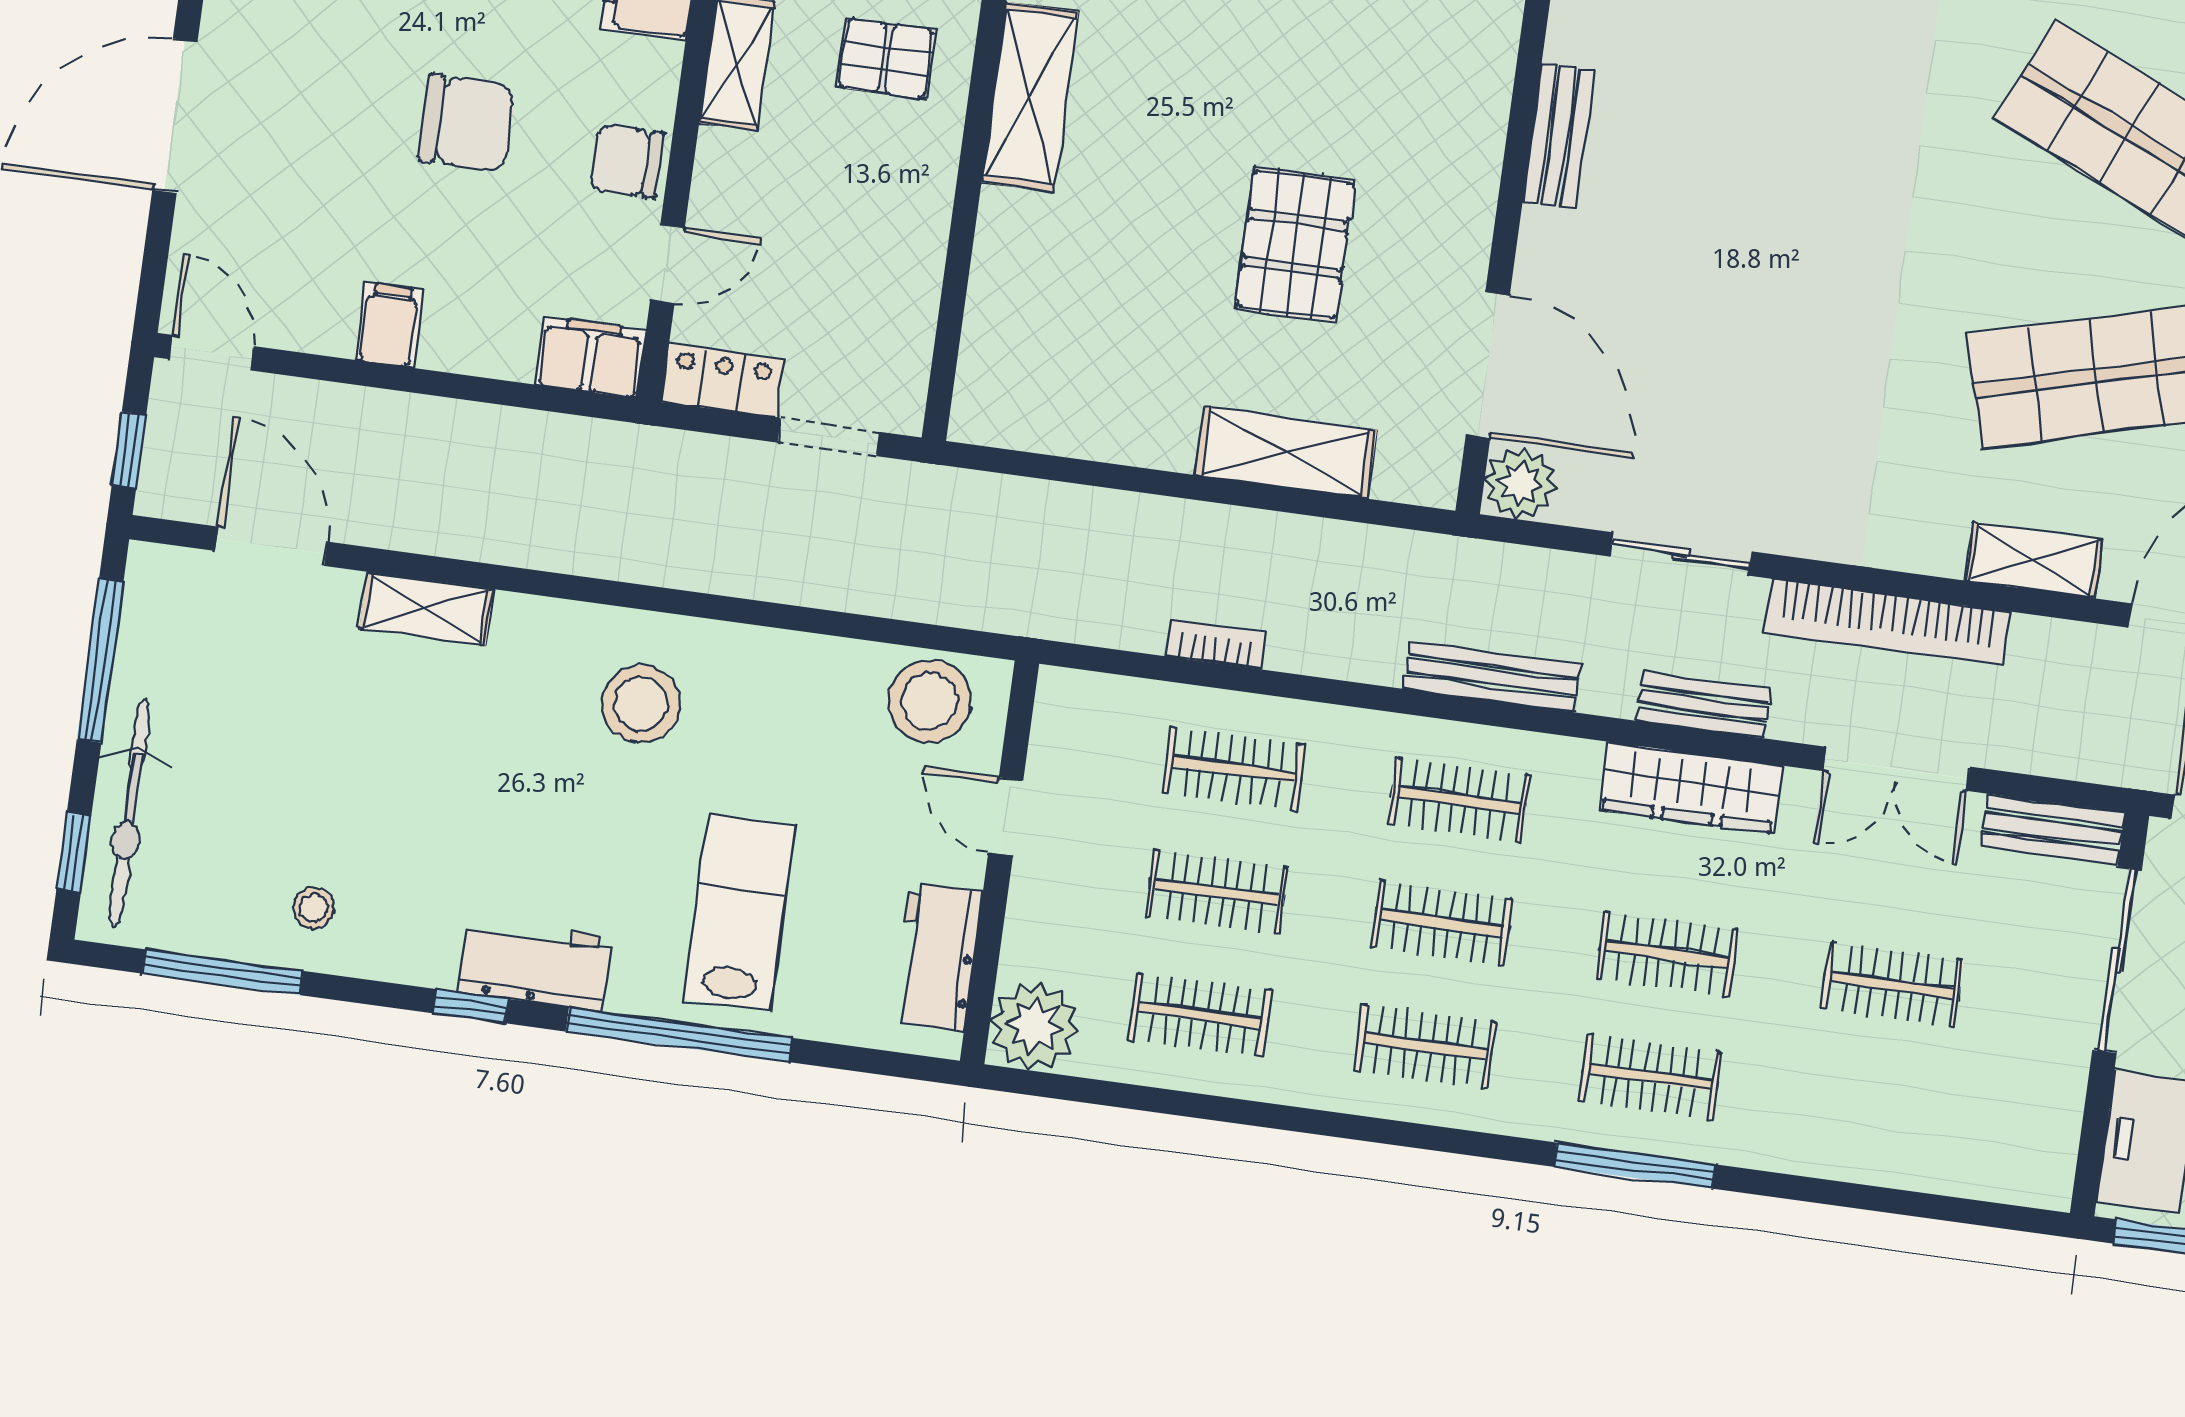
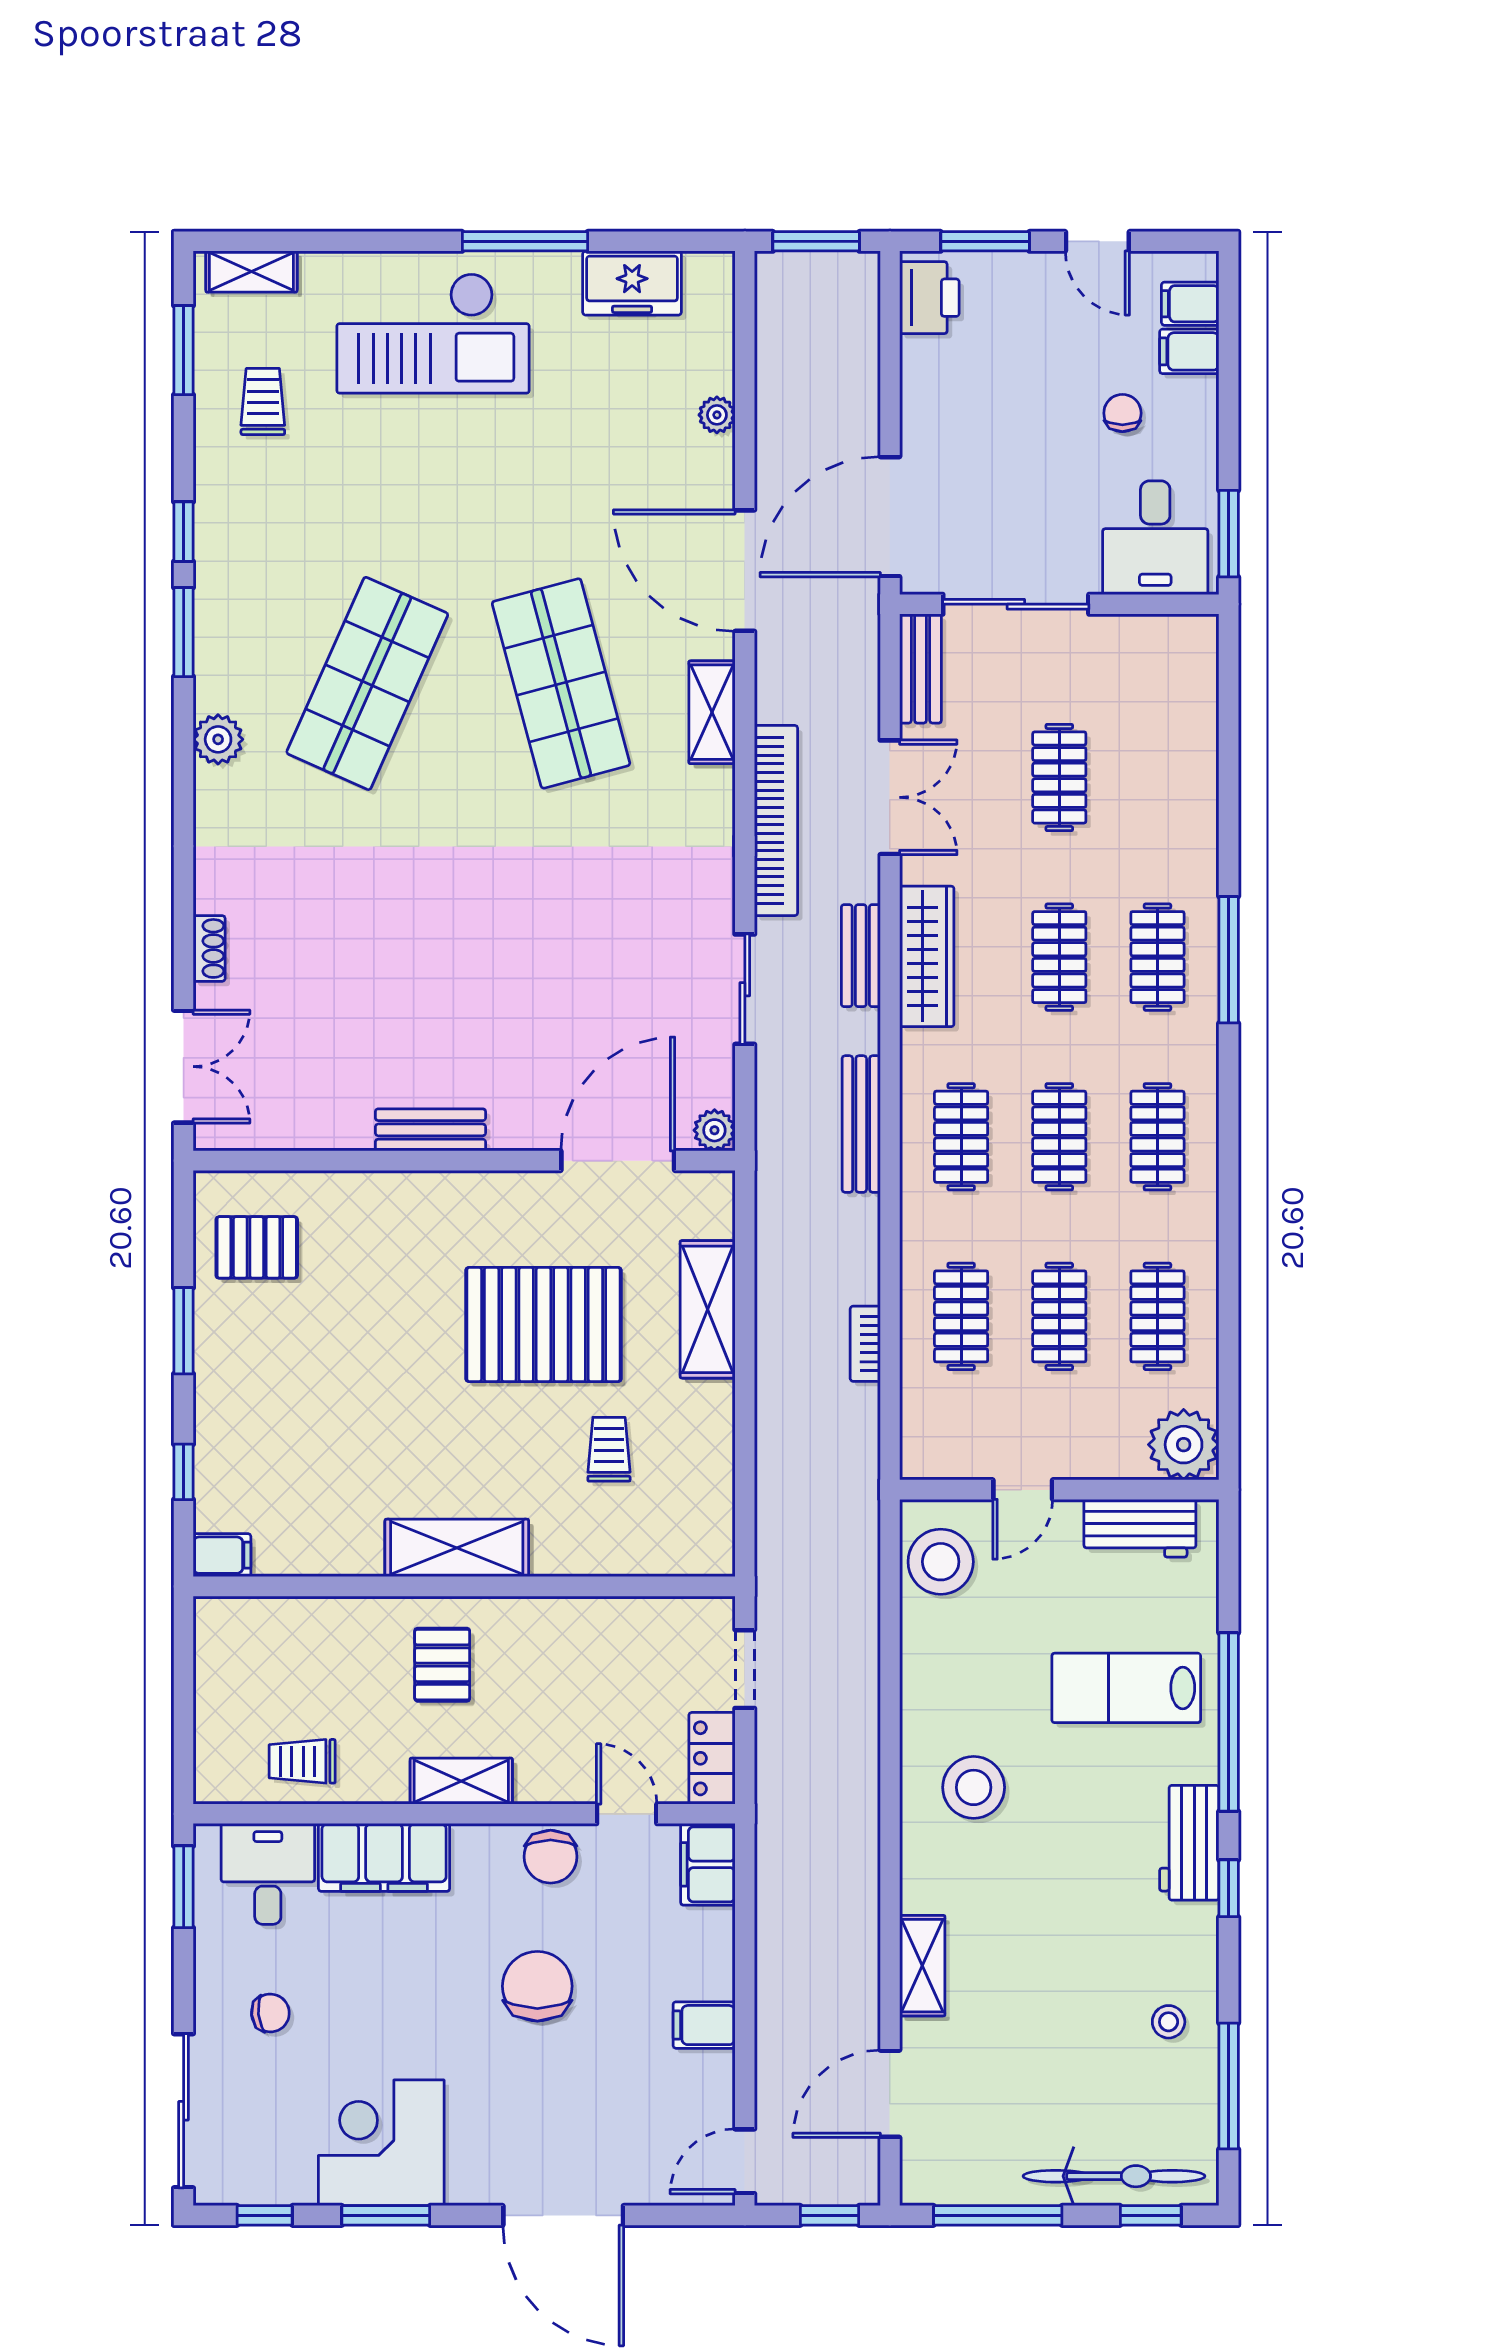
pallet: (1295, 244) -> (544, 1324), width x1.37, depth x1.41
trolley: (1127, 305) -> (609, 1449), added
plant: (1520, 483) -> (714, 1130), width x0.73, depth x0.73

